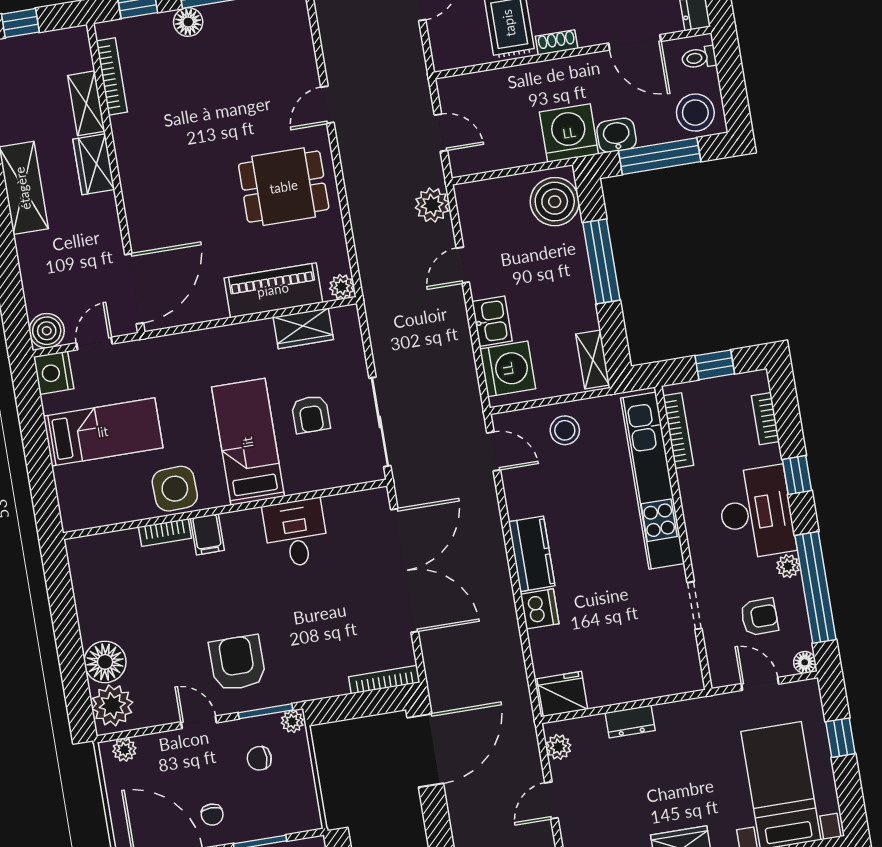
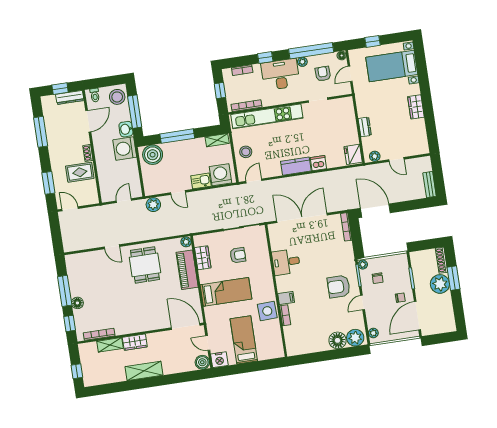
bed: (248, 442) -> (226, 292), moved, turned 180

